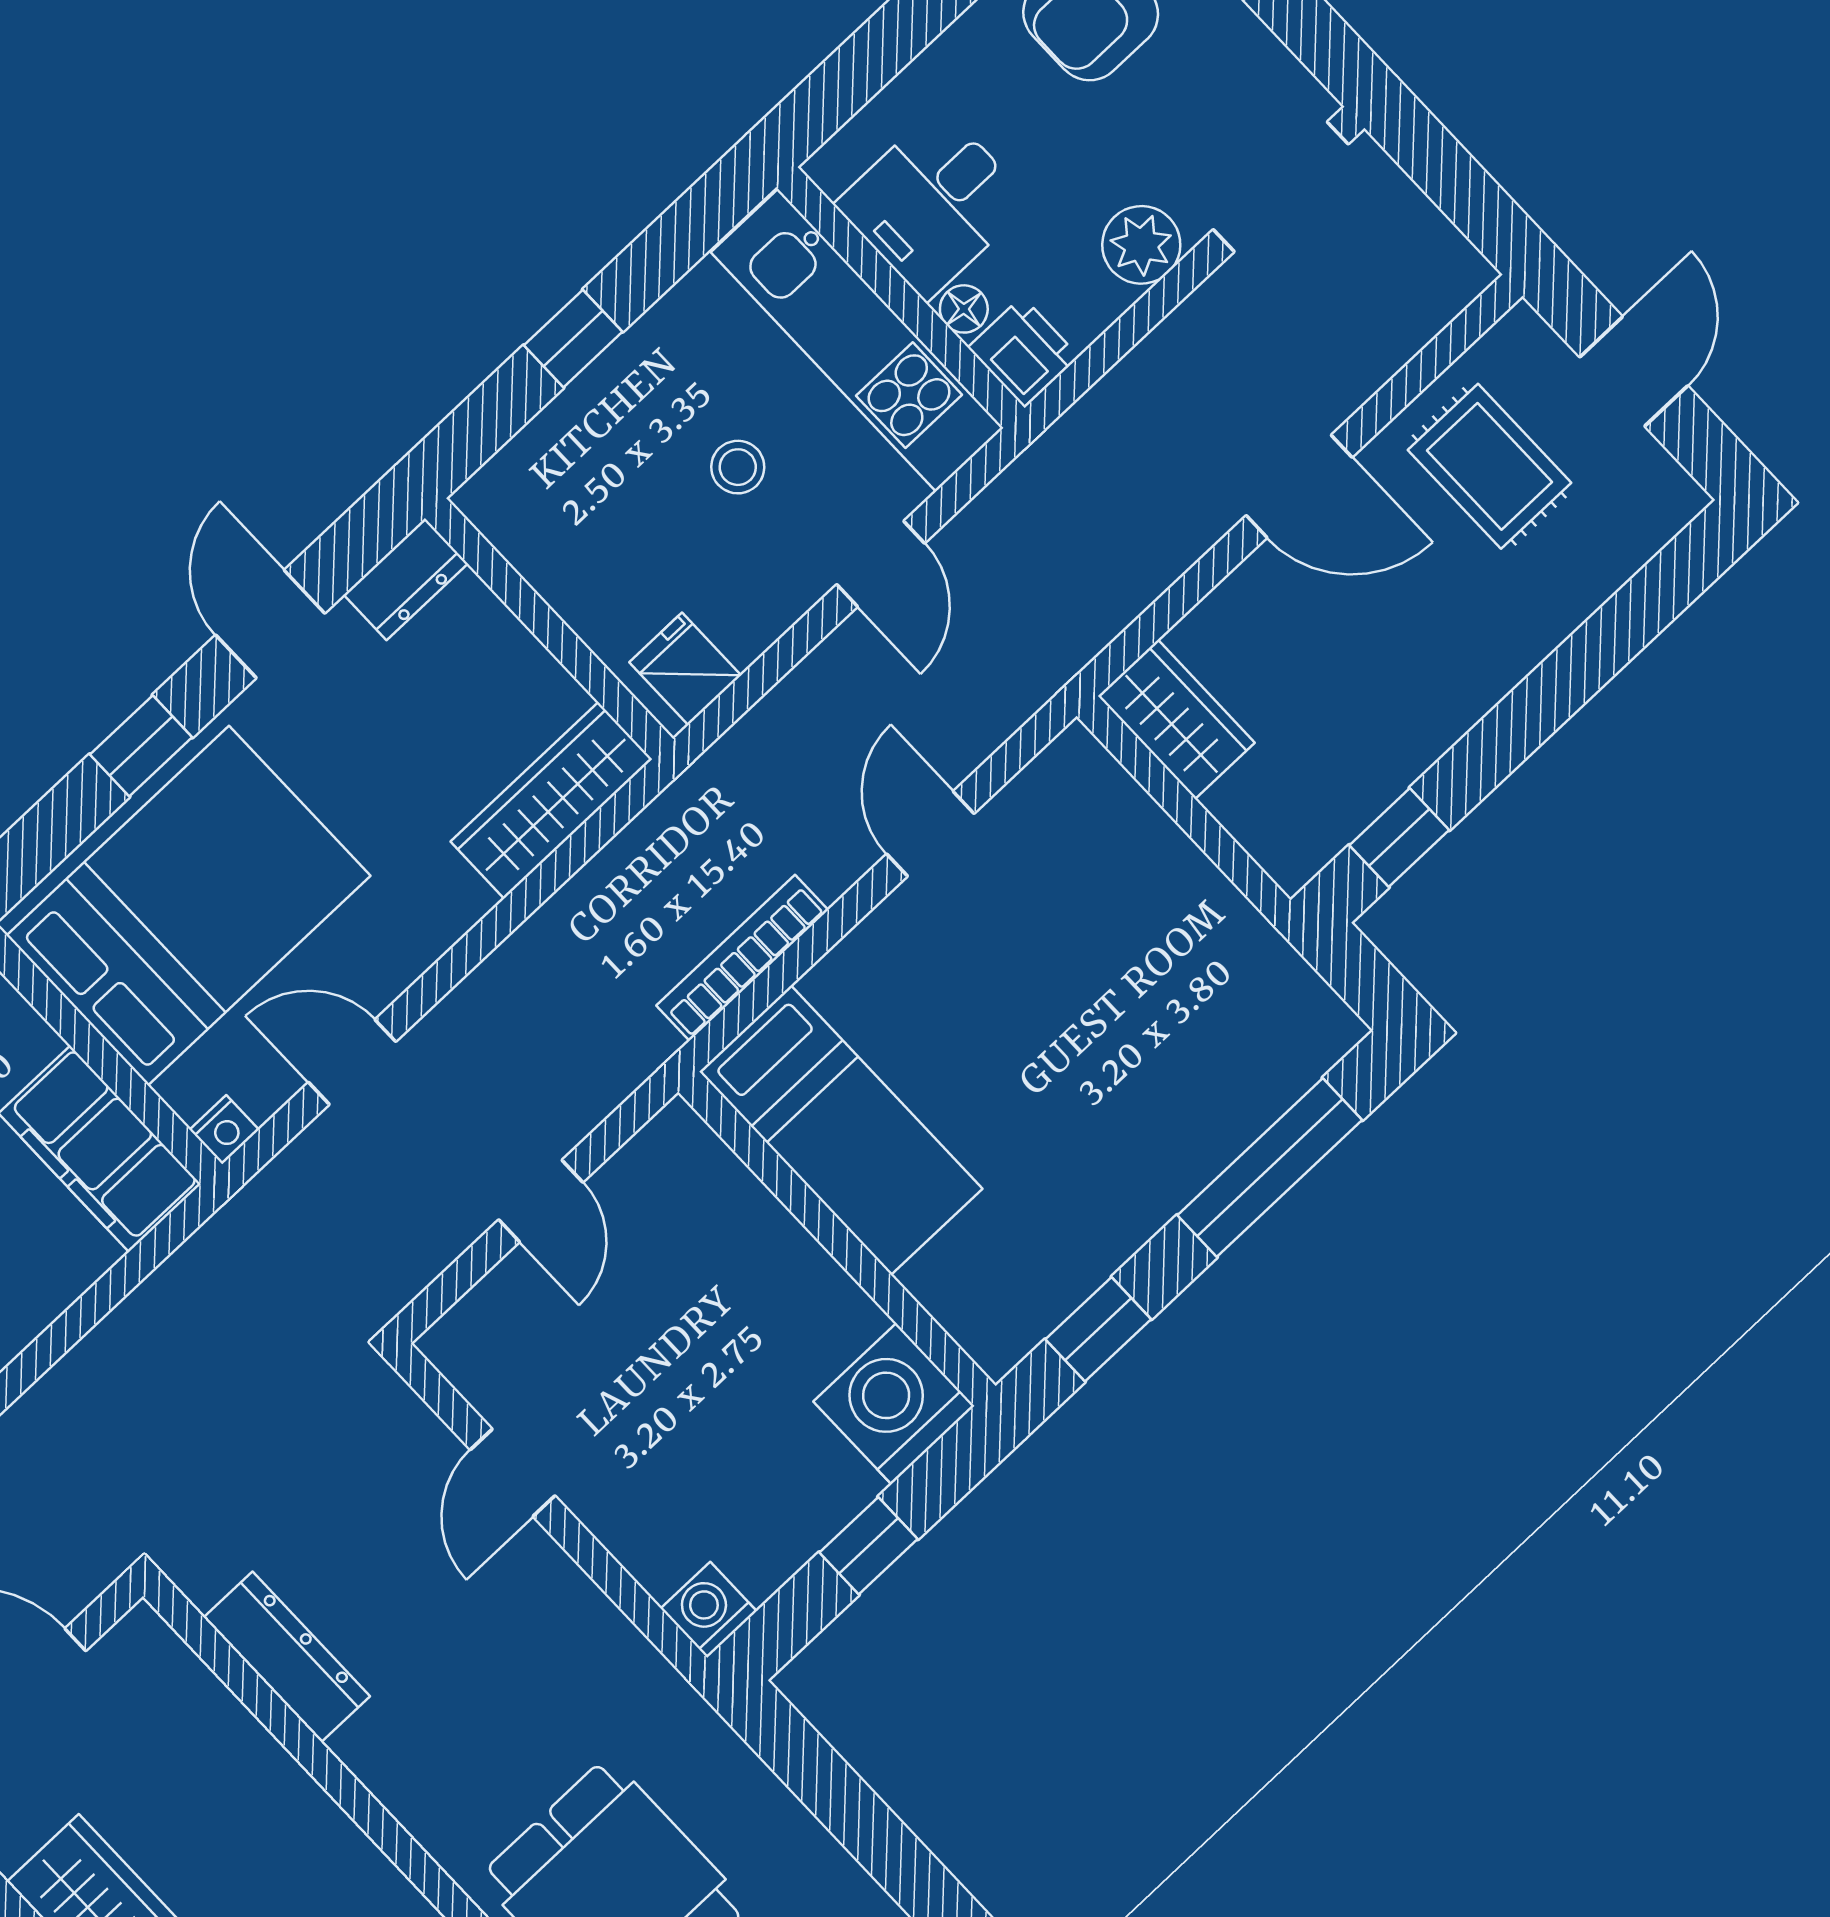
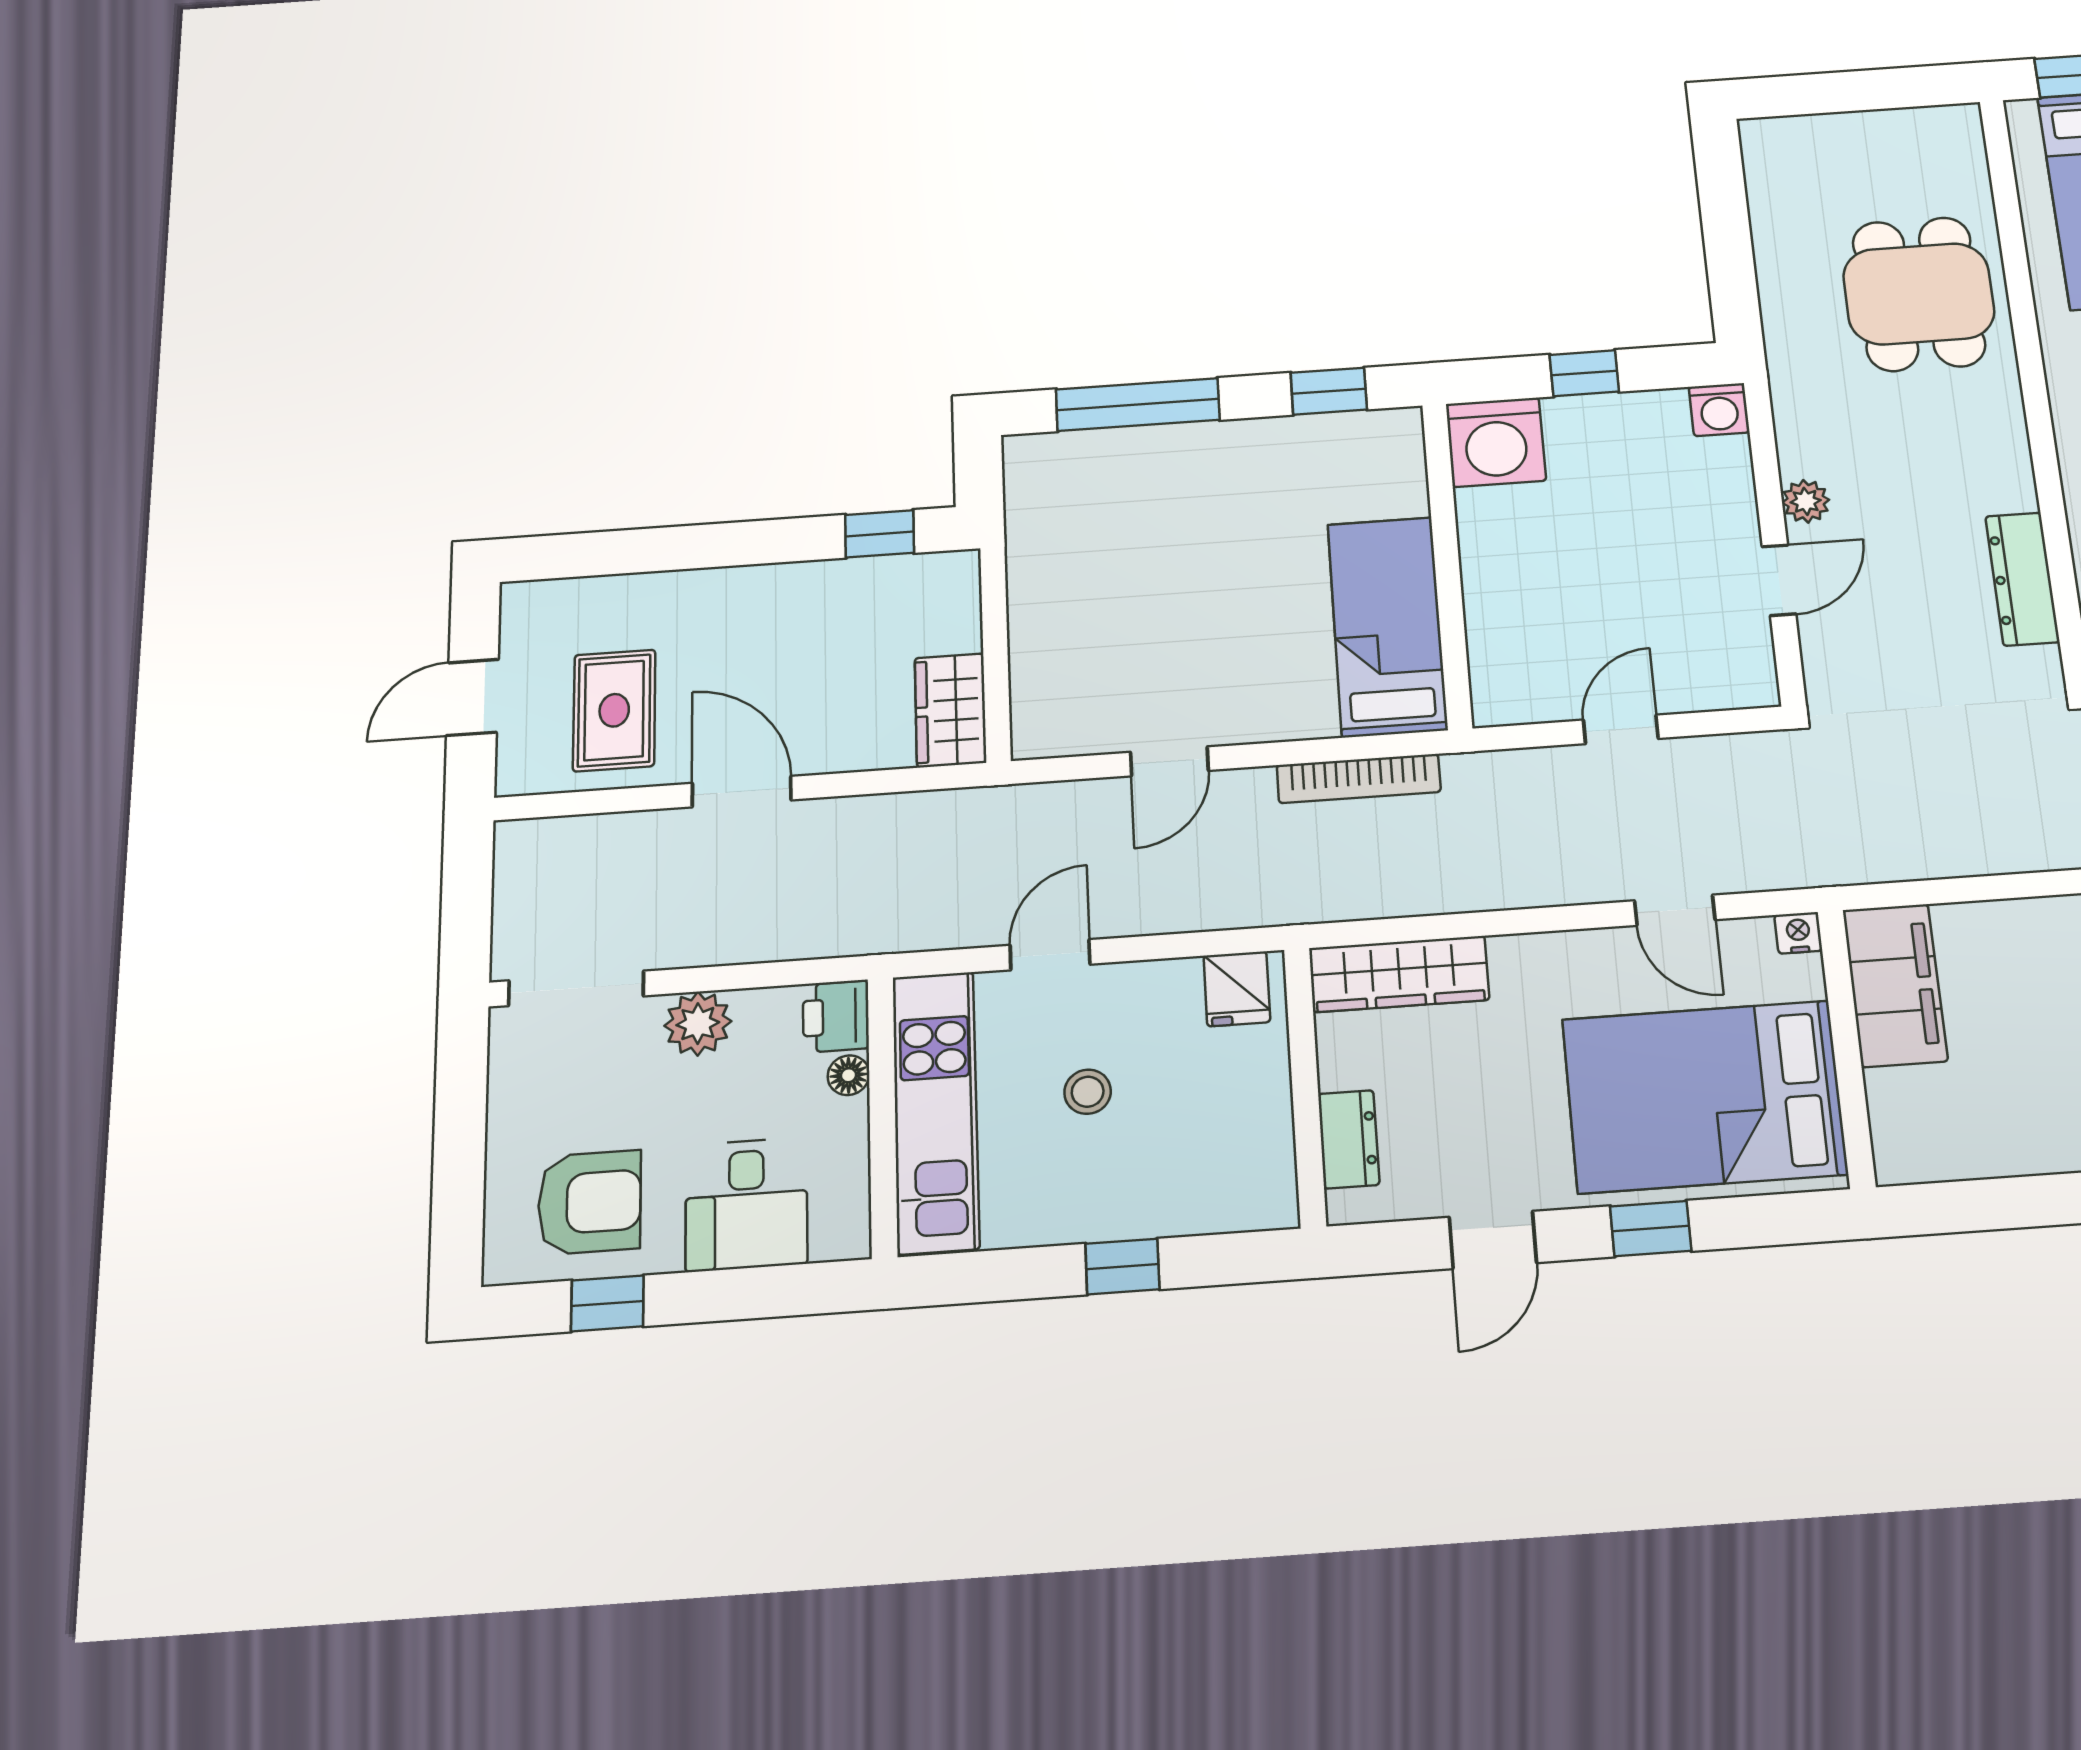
desk: (933, 203) -> (746, 1204), moved, turned 90
dresser: (406, 579) -> (1349, 1139), moved, turned 90
plant: (551, 1577) -> (1806, 501), added

